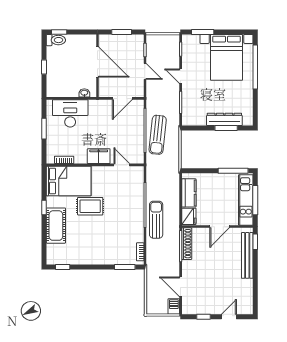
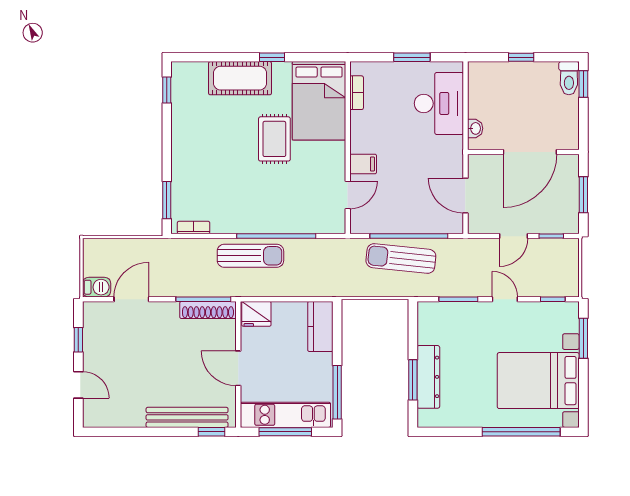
door: (181, 76) -> (505, 299), hinge flipped
filing cabinet: (99, 156) -> (363, 164), width x0.50
kitchen counter: (189, 193) -> (320, 326), moved, turned 90

